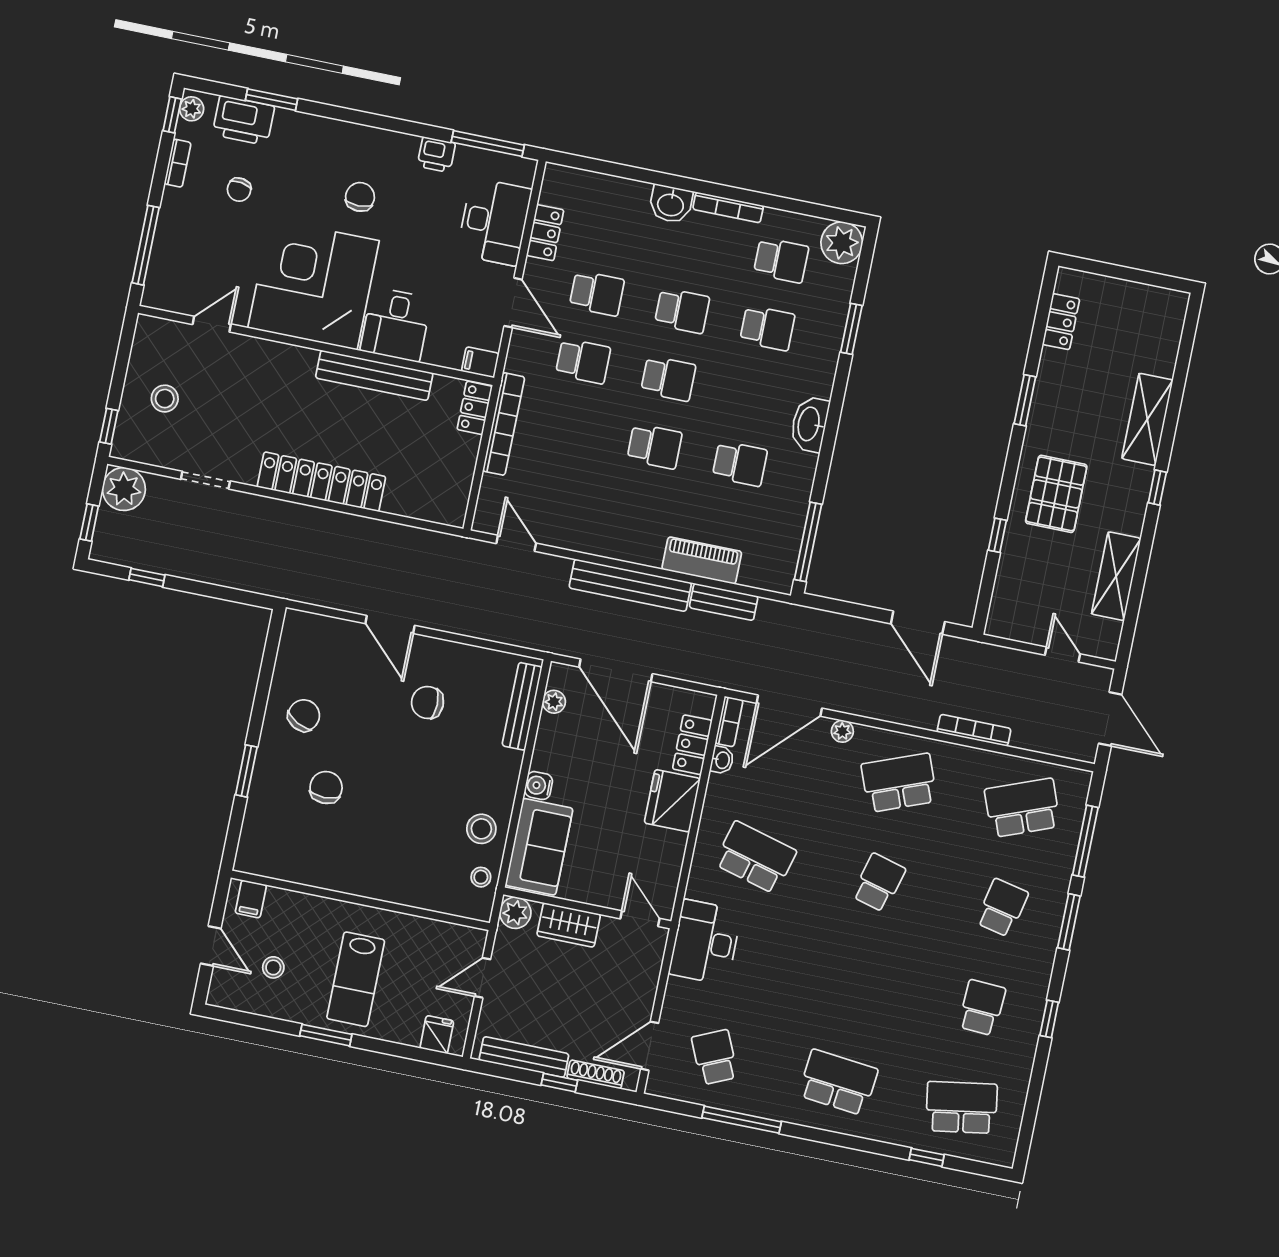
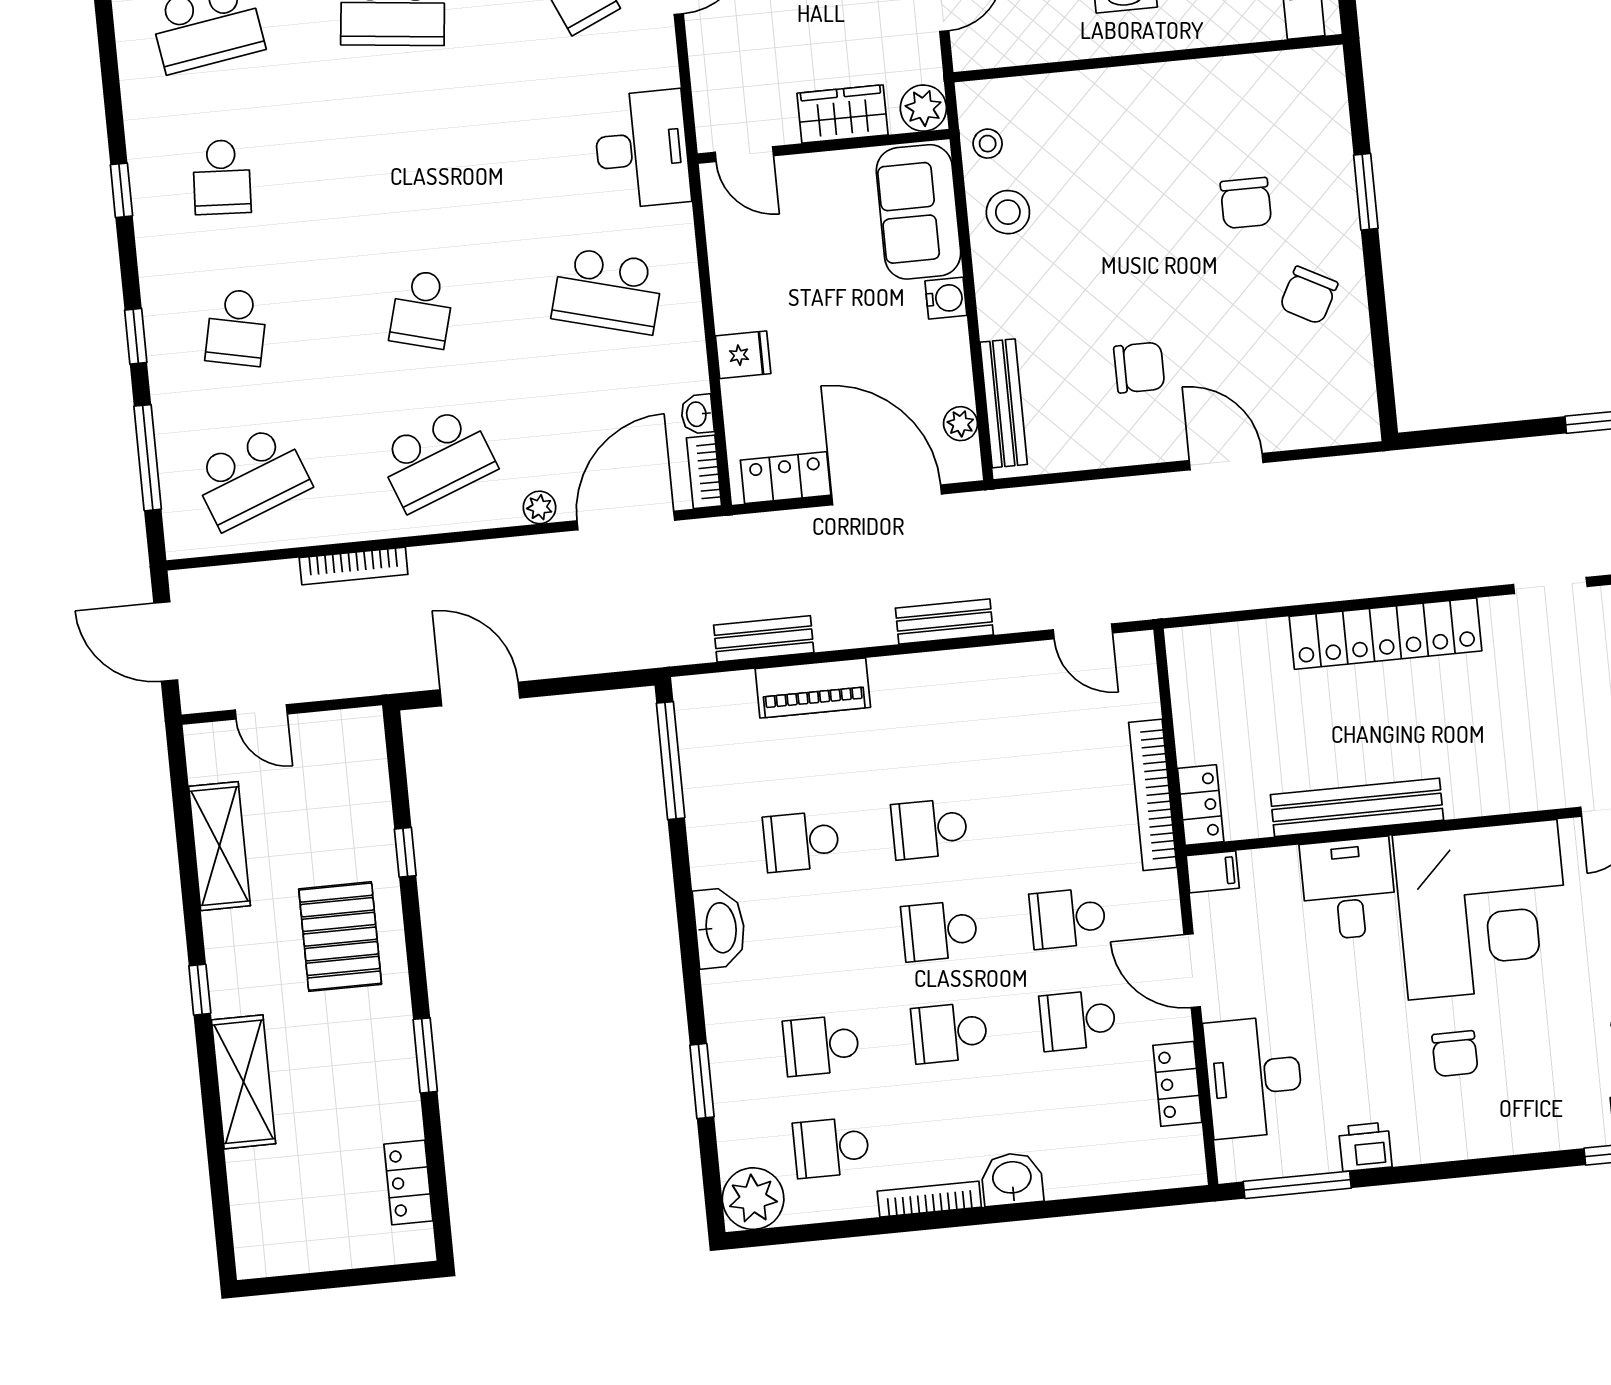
bench: (630, 585) -> (944, 622), width x0.54, depth x0.82
locker: (692, 745) -> (786, 478), moved, turned -90
fridge: (672, 801) -> (743, 355), width x0.53, depth x0.75
window: (1069, 922) -> (136, 336), width x0.67

